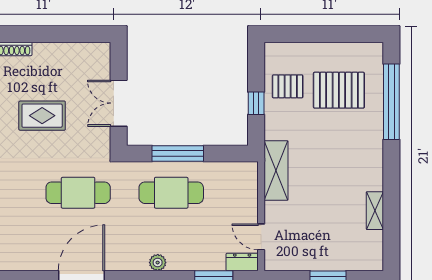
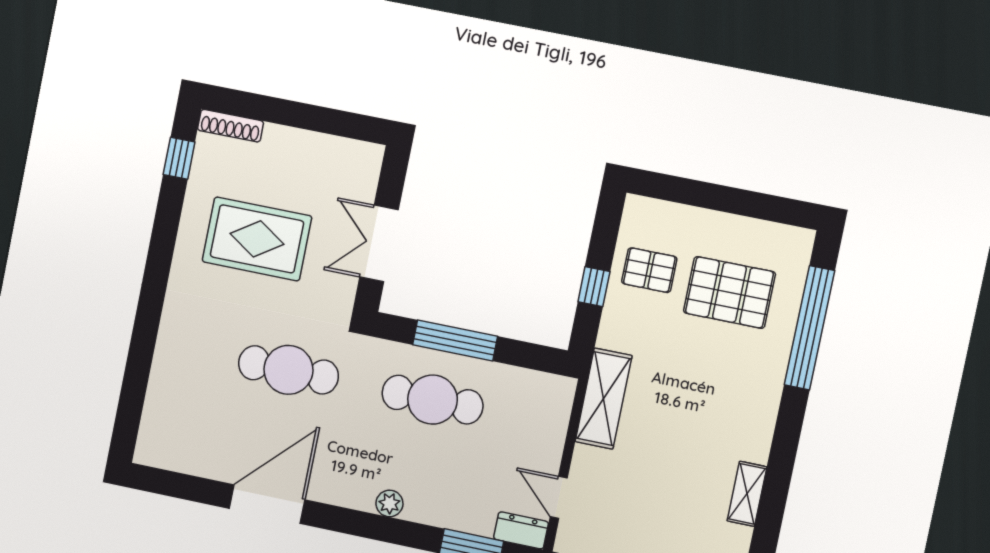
rug: (42, 116) -> (257, 239), width x1.36, depth x1.43

